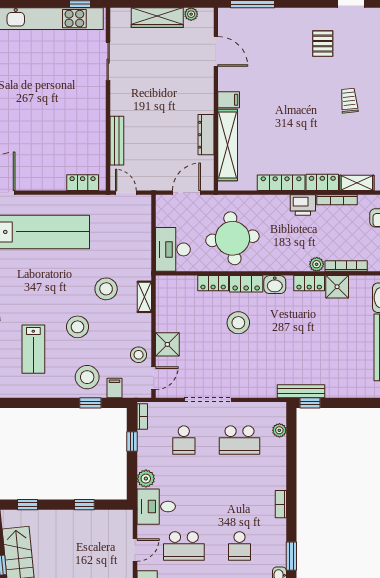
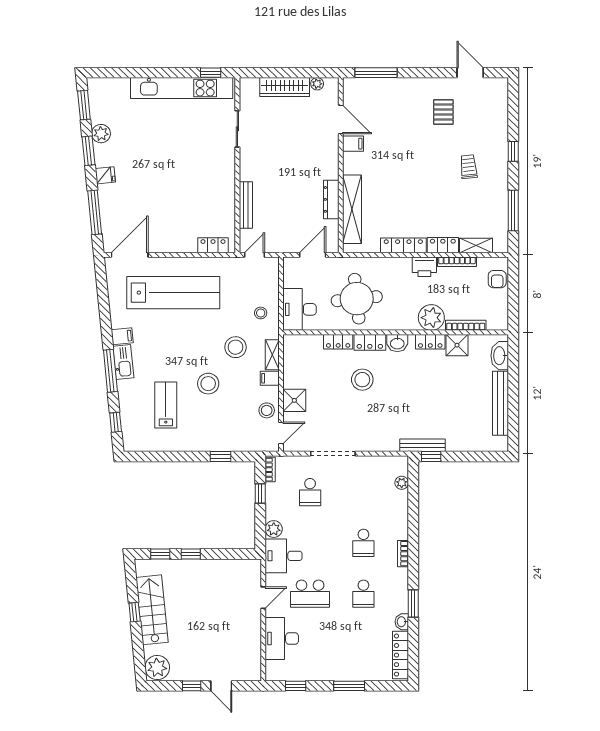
filing cabinet: (229, 100) -> (353, 144), moved
door: (126, 193) -> (255, 255), hinge flipped
plant: (317, 264) -> (431, 318), width x1.88, depth x1.88
lab bench: (33, 349) -> (166, 405), turned 180
stool: (87, 377) -> (261, 313), moved, width x0.53, depth x0.53
filing cabinet: (115, 388) -> (270, 378), moved, turned -90
school desk: (239, 440) -> (363, 543), moved, width x0.54
window: (84, 505) -> (191, 554), moved

